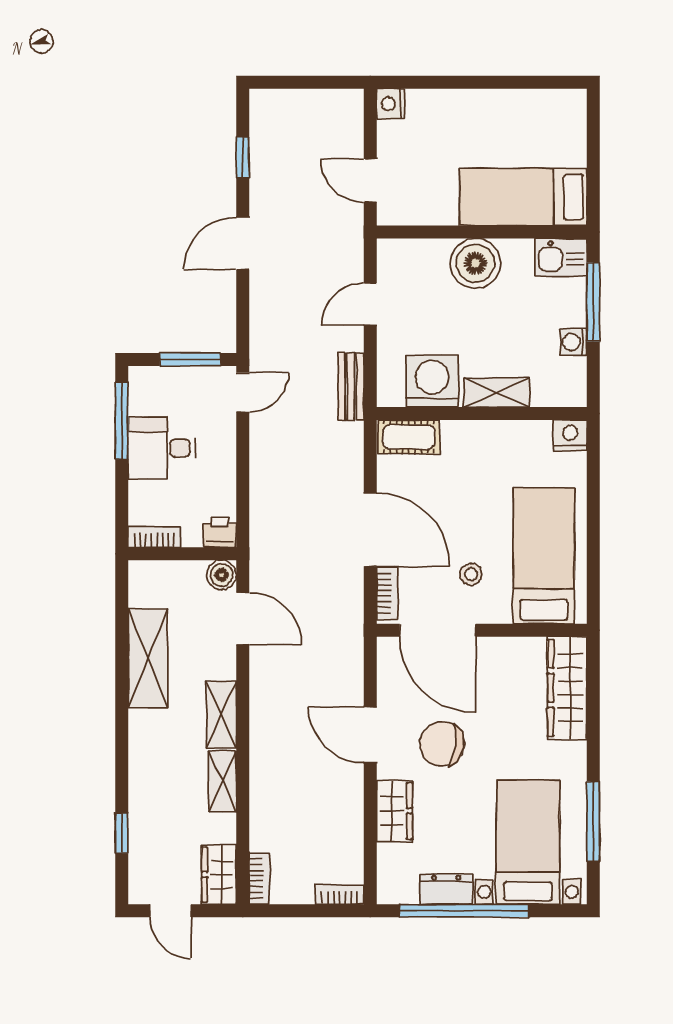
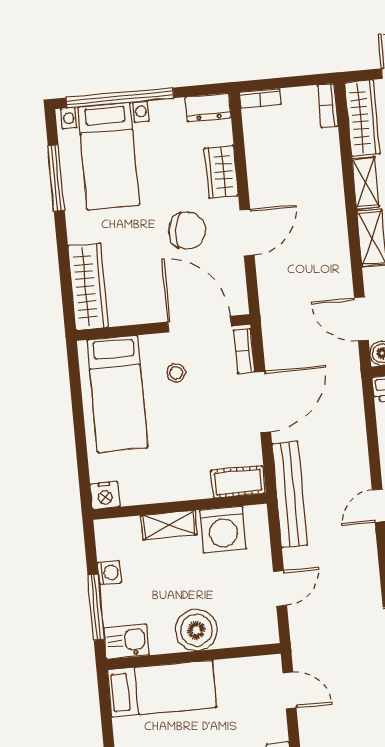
bench: (351, 387) -> (290, 494), width x1.86, depth x1.21
door: (370, 530) -> (263, 402), swing flipped
door: (370, 735) -> (247, 233), hinge flipped
wardrobe: (219, 874) -> (362, 118), width x1.50
dresser: (446, 889) -> (208, 107), moved
window: (464, 911) -> (120, 98), moved

